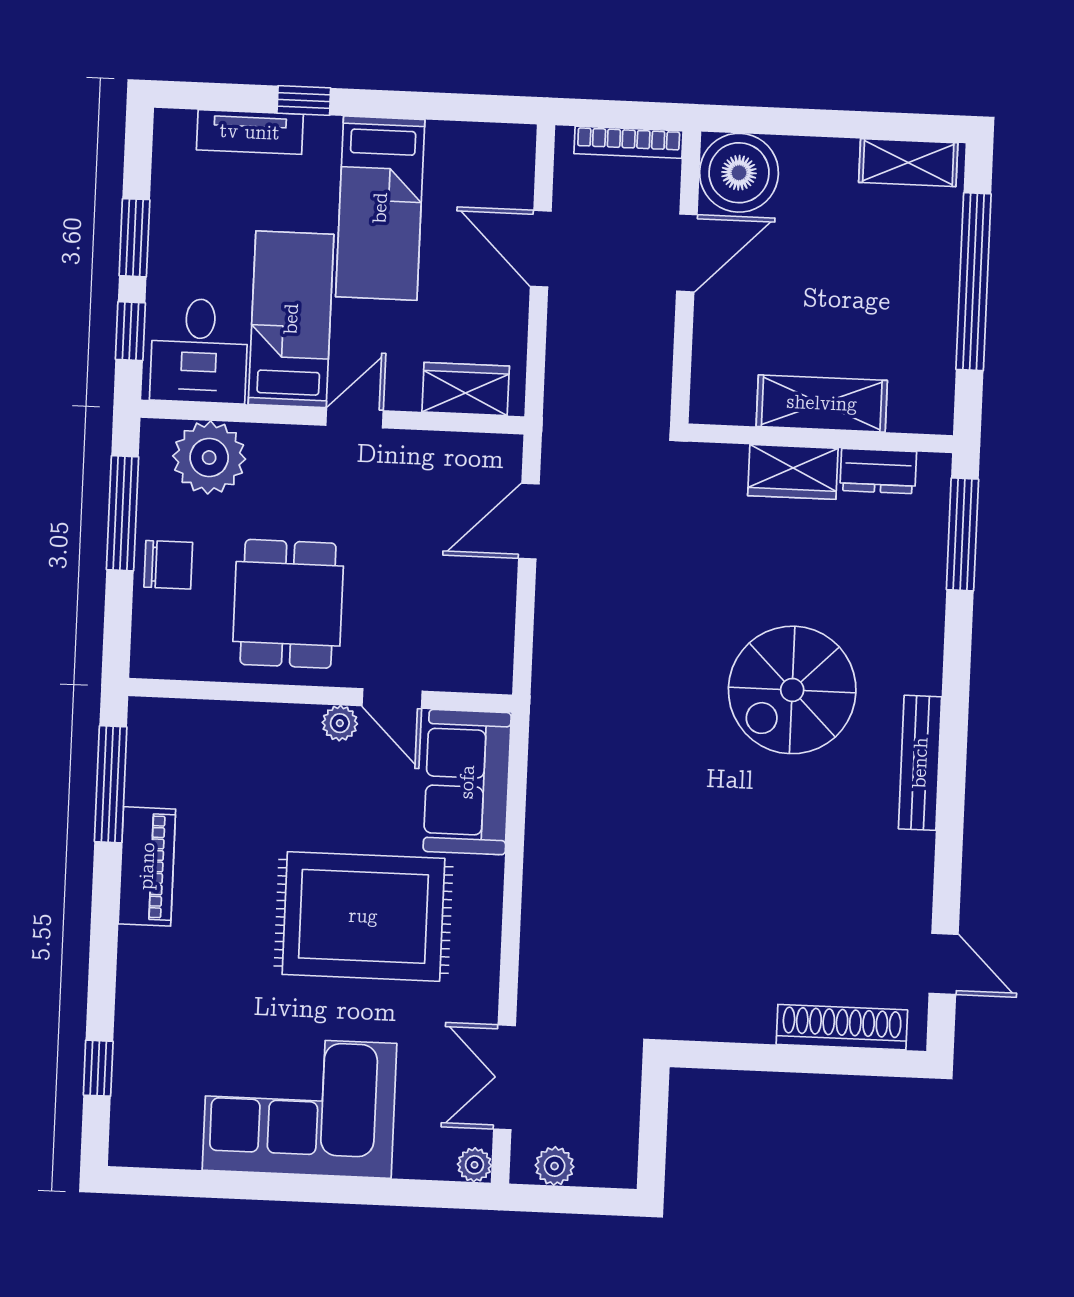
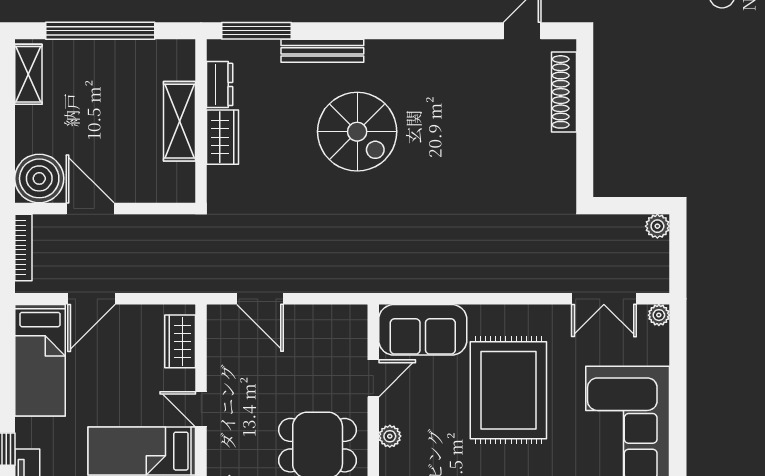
bed: (380, 208) -> (40, 360), moved, turned 90
plant: (340, 723) -> (390, 436), moved
bench: (920, 763) -> (322, 51), moved
plant: (555, 1166) -> (657, 226), moved

